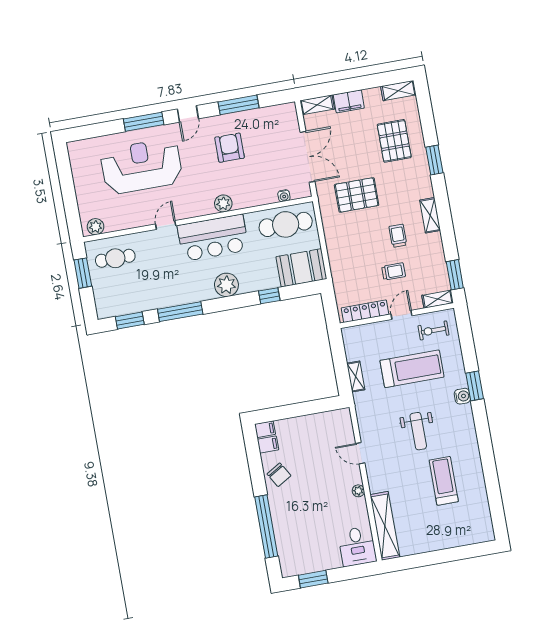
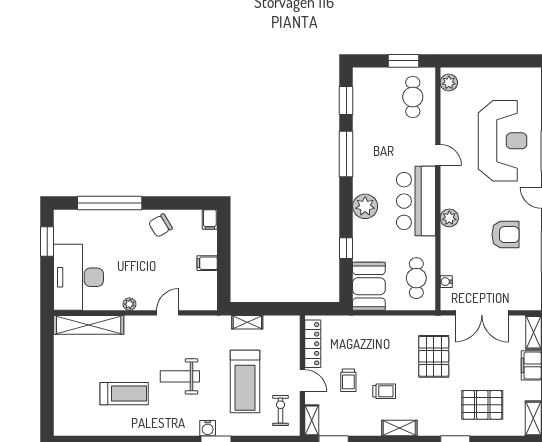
cafe table: (286, 224) -> (416, 278), width x0.73, depth x0.74
filing cabinet: (268, 445) -> (207, 263), moved, turned 90
desk: (357, 546) -> (78, 277), width x1.87, depth x1.30

